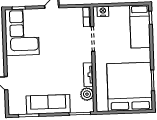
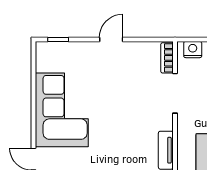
corner sofa: (22, 32) -> (62, 110), moved

